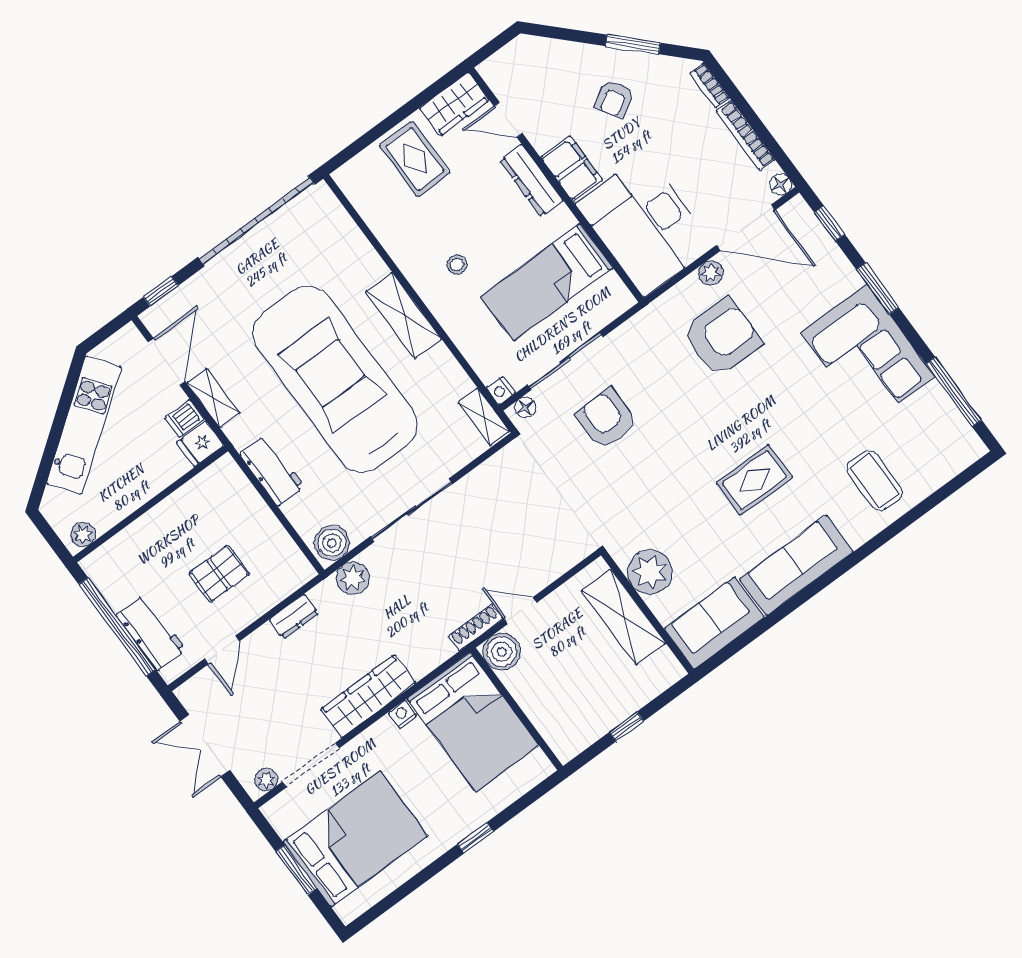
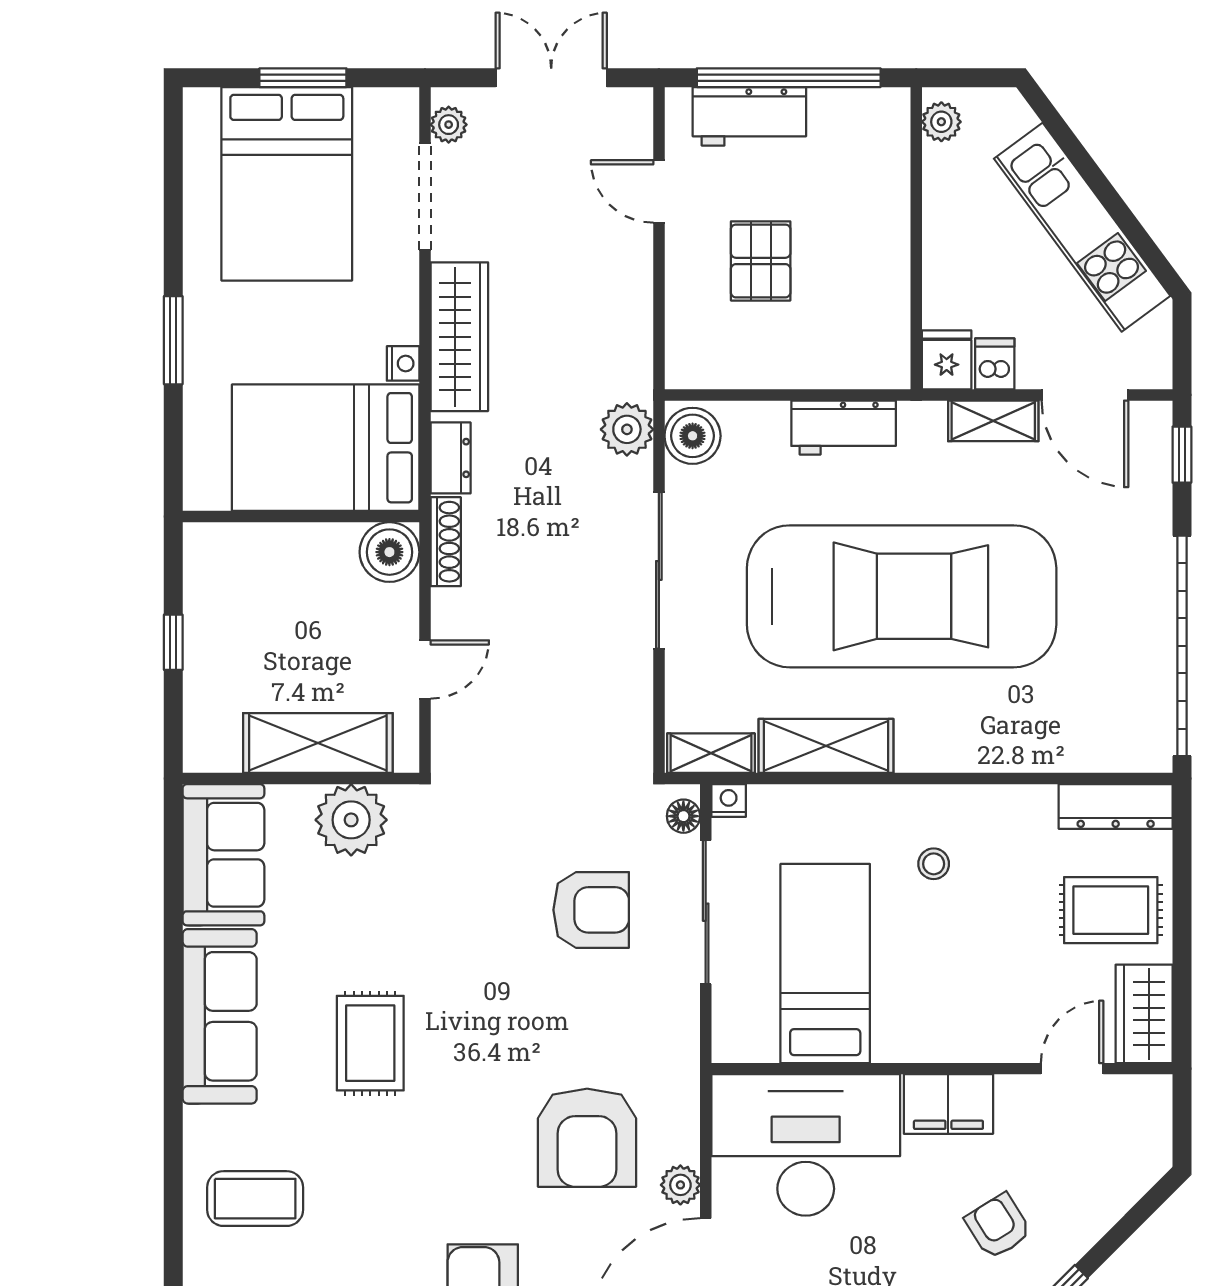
dresser: (531, 180) -> (1116, 806), moved, turned 180
shelving: (403, 315) -> (826, 746), moved
door: (520, 611) -> (425, 669), moved
dresser: (294, 617) -> (451, 458), moved, turned 180
window: (475, 838) -> (173, 340), width x1.50

